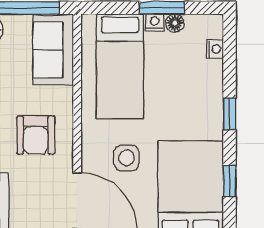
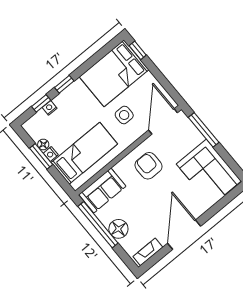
nightstand: (215, 49) -> (50, 108), moved
armchair: (36, 135) -> (148, 166), turned -90
window: (230, 181) -> (41, 103), moved

